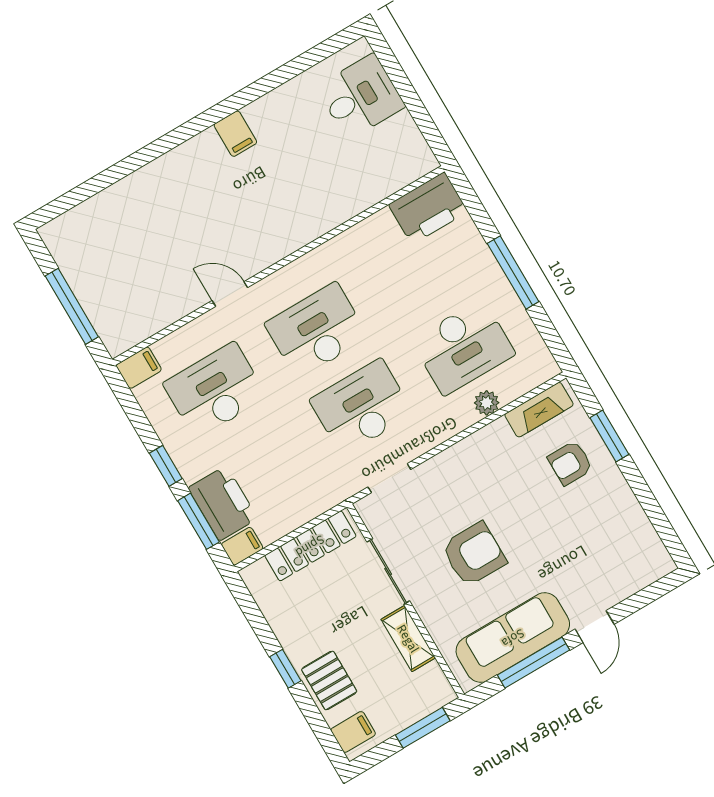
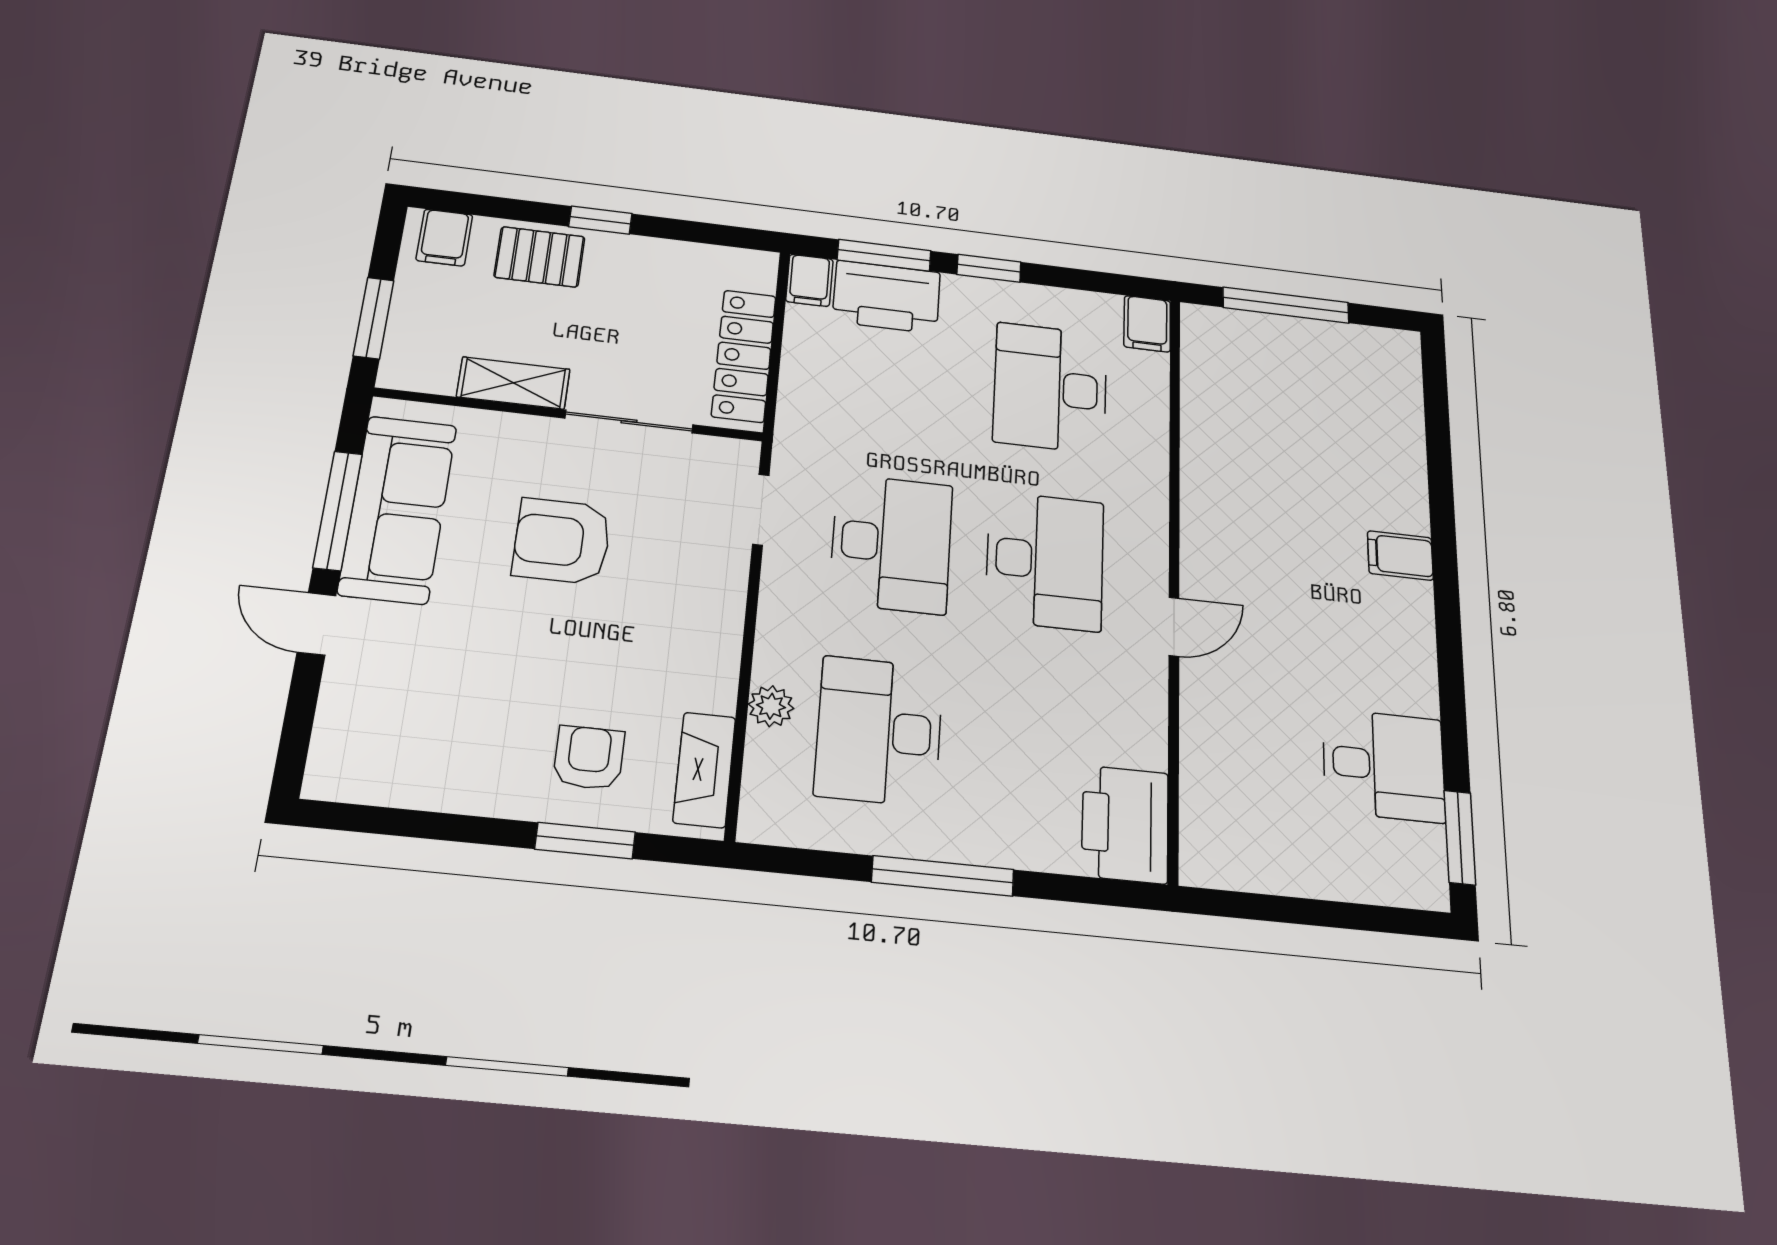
window: (322, 52) -> (1460, 837), added
desk: (361, 97) -> (1384, 765), moved, turned -90
filing cabinet: (235, 134) -> (1400, 556), moved
door: (230, 294) -> (1174, 627), moved
desk: (215, 390) -> (1050, 388), turned 180
armchair: (474, 554) -> (562, 541), turned 90

